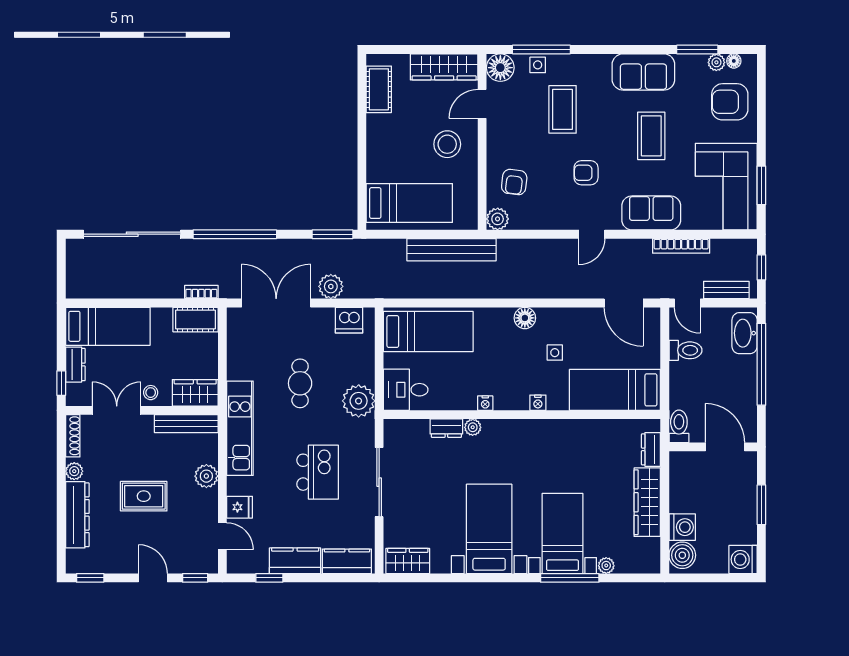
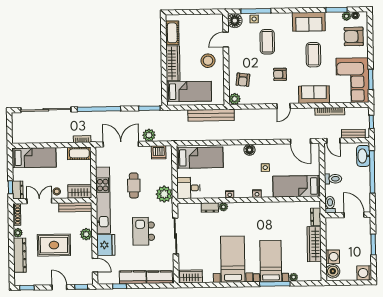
wardrobe: (444, 67) -> (173, 63), moved, turned -90
toilet: (686, 350) -> (333, 179), moved
dresser: (75, 365) -> (18, 190), moved
kitchen unit: (240, 428) -> (103, 200), width x1.36
kitchen island: (318, 472) -> (144, 231), turned 180
rug: (144, 496) -> (54, 245), width x1.36, depth x1.43
fridge: (240, 507) -> (106, 245), width x1.88, depth x1.34

